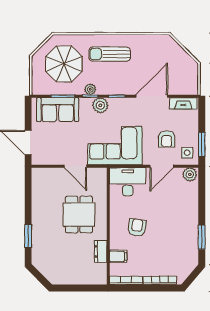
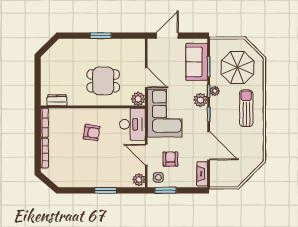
armchair: (167, 139) -> (170, 159), turned 90
door: (75, 166) -> (146, 78), swing flipped
plant: (99, 175) -> (138, 99), added
window: (28, 236) -> (101, 36), moved
window: (202, 237) -> (106, 190), moved
dresser: (101, 251) -> (57, 100), moved
filing cabinet: (118, 256) -> (66, 116), removed

